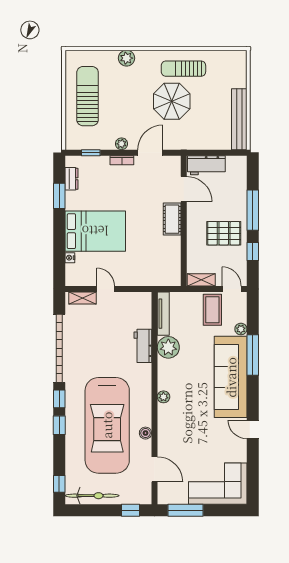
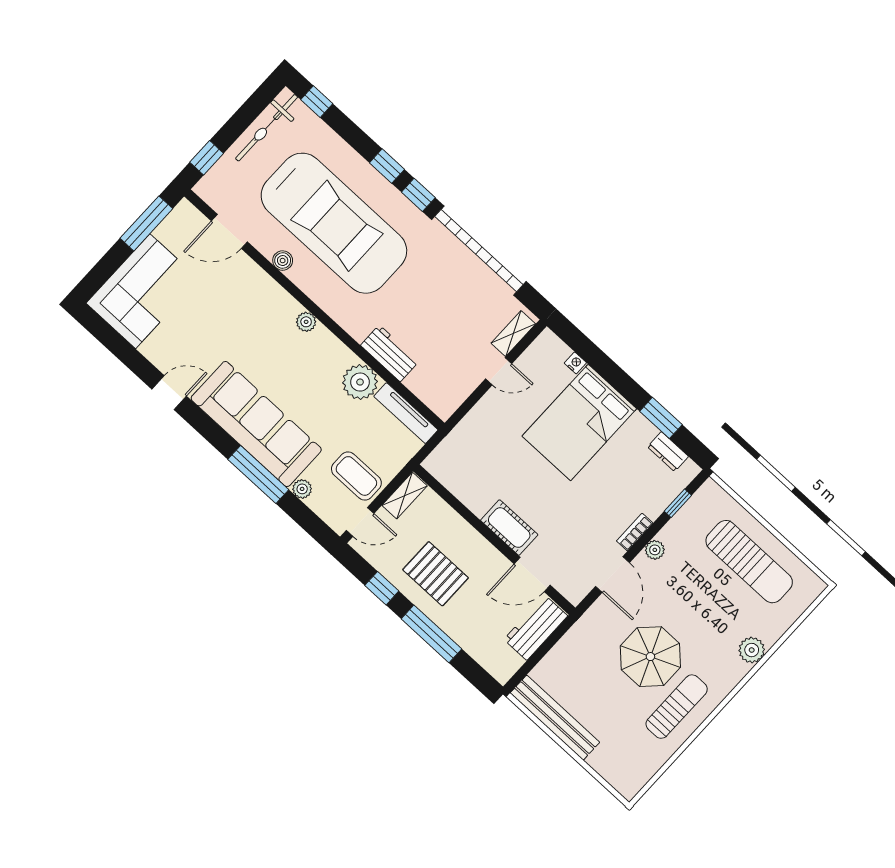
pallet: (224, 233) -> (436, 574), turned 90
car: (107, 425) -> (334, 223), turned 180

